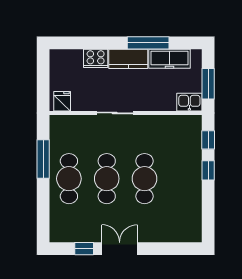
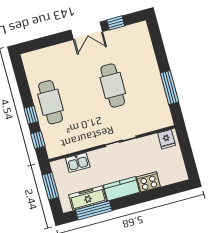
window: (148, 43) -> (94, 210), moved
kitchen sink: (189, 102) -> (78, 162), moved
cafe table: (69, 179) -> (144, 77), removed
cafe table: (144, 179) -> (51, 102), moved

